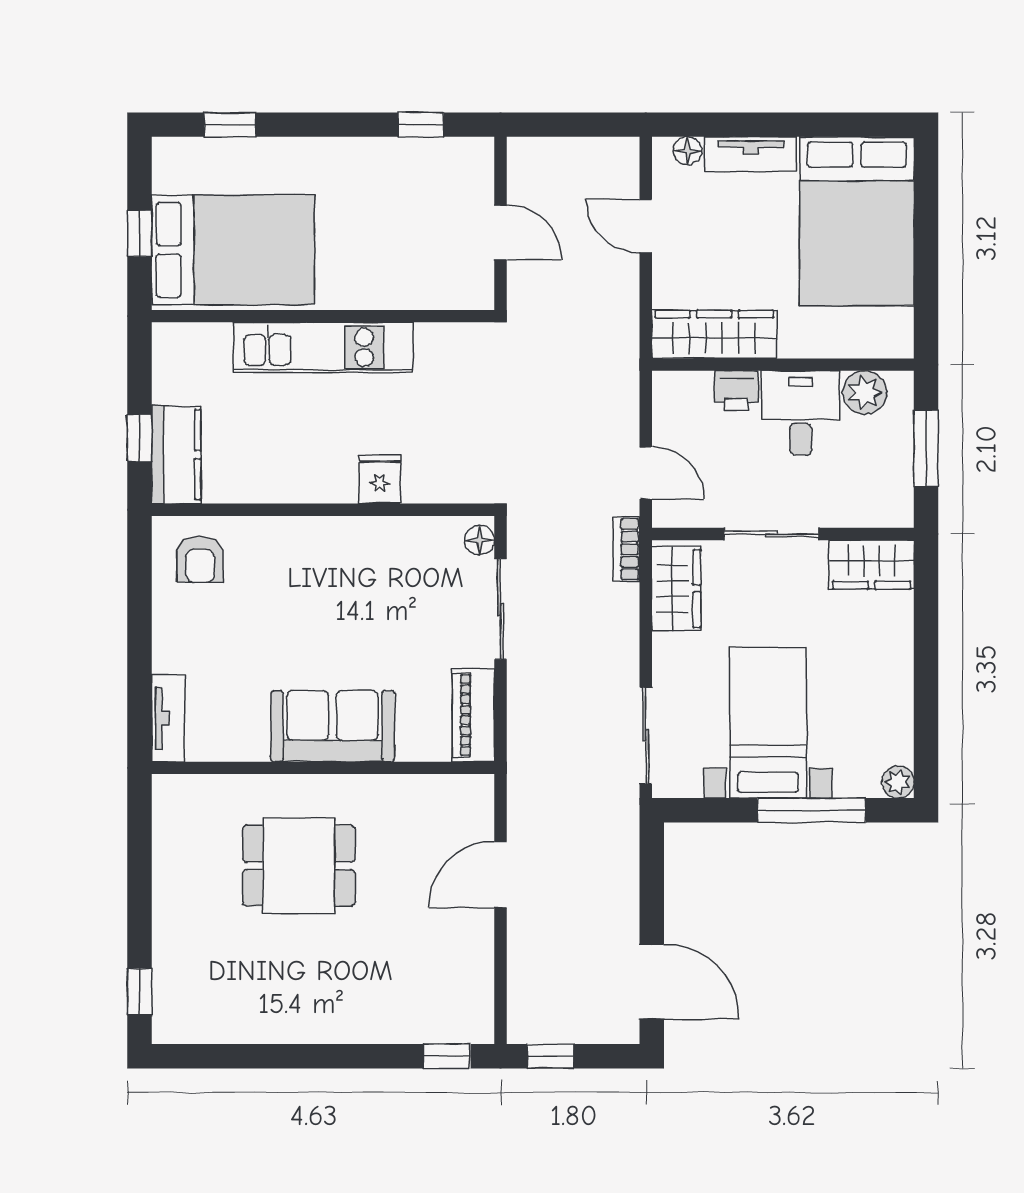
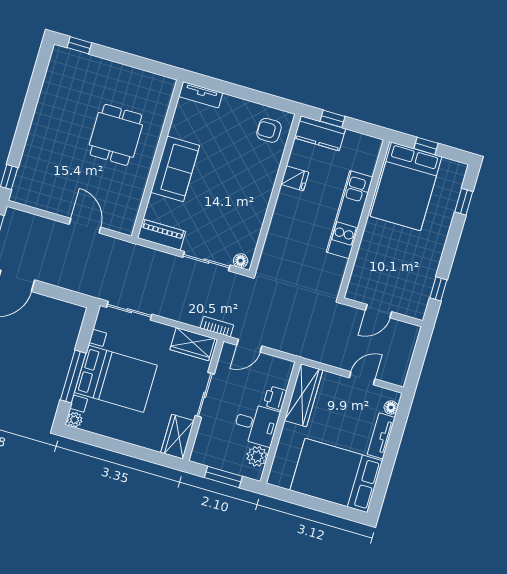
fridge: (380, 479) -> (295, 178), moved
bed with nightstands: (768, 723) -> (116, 379), width x1.36

